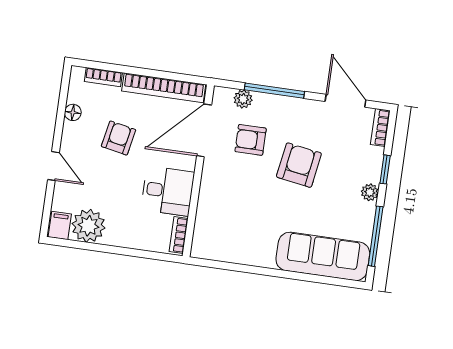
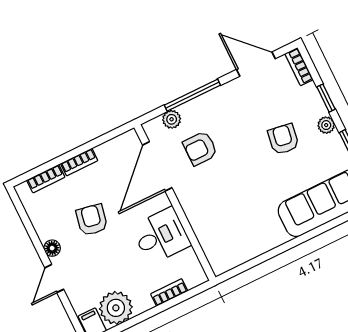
bookcase: (164, 88) -> (79, 162), width x0.43, depth x0.76
floor lamp: (73, 112) -> (52, 248), moved
armchair: (299, 165) -> (283, 139), moved, width x0.72, depth x0.72
door: (53, 166) -> (54, 279), swing flipped
bookcase: (179, 235) -> (169, 292), moved, turned 90

